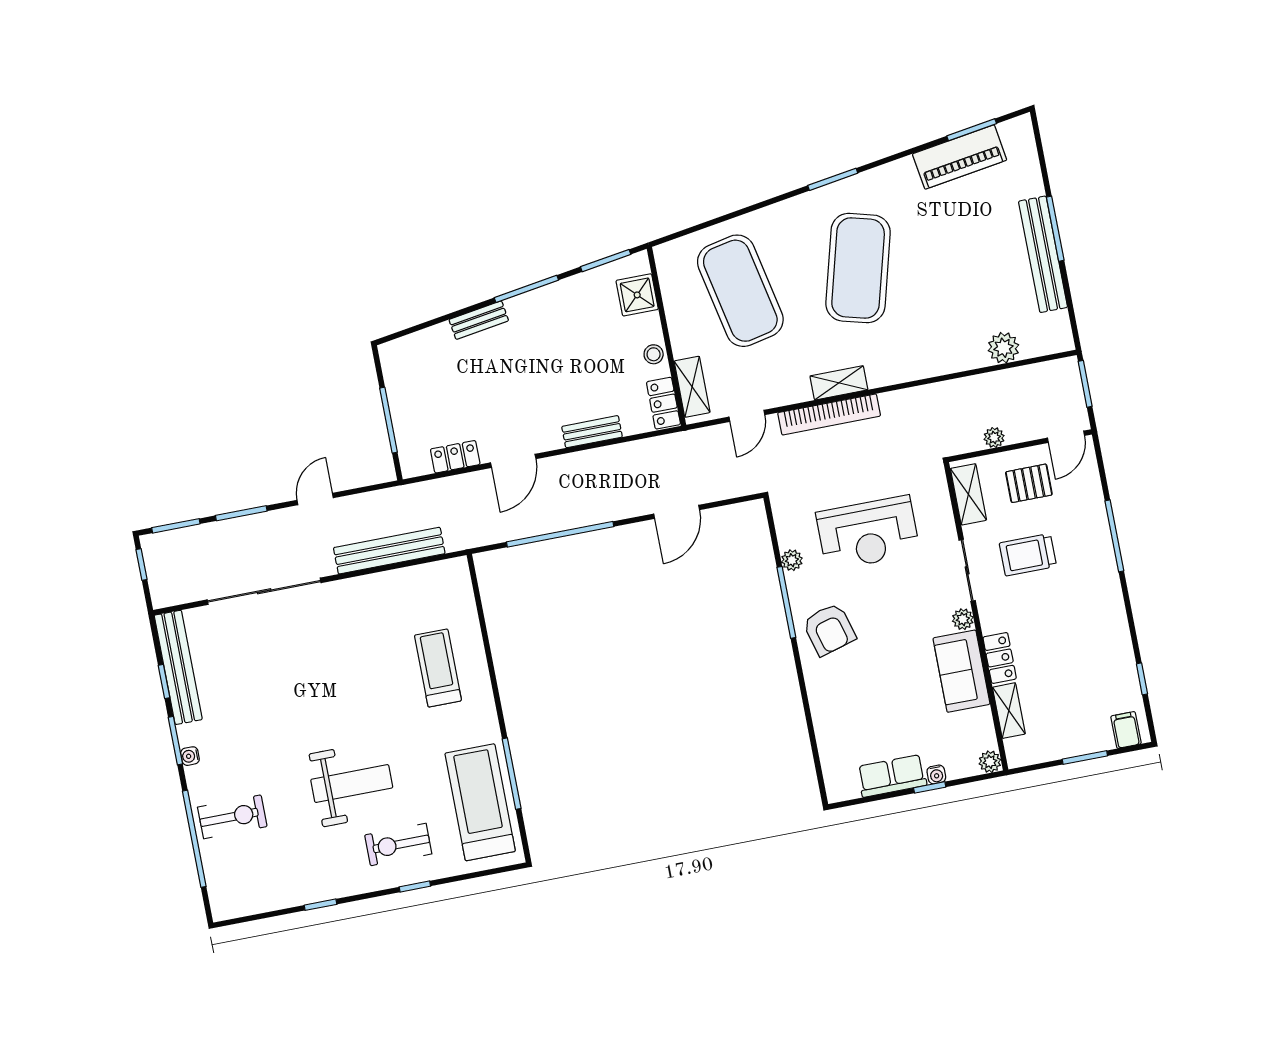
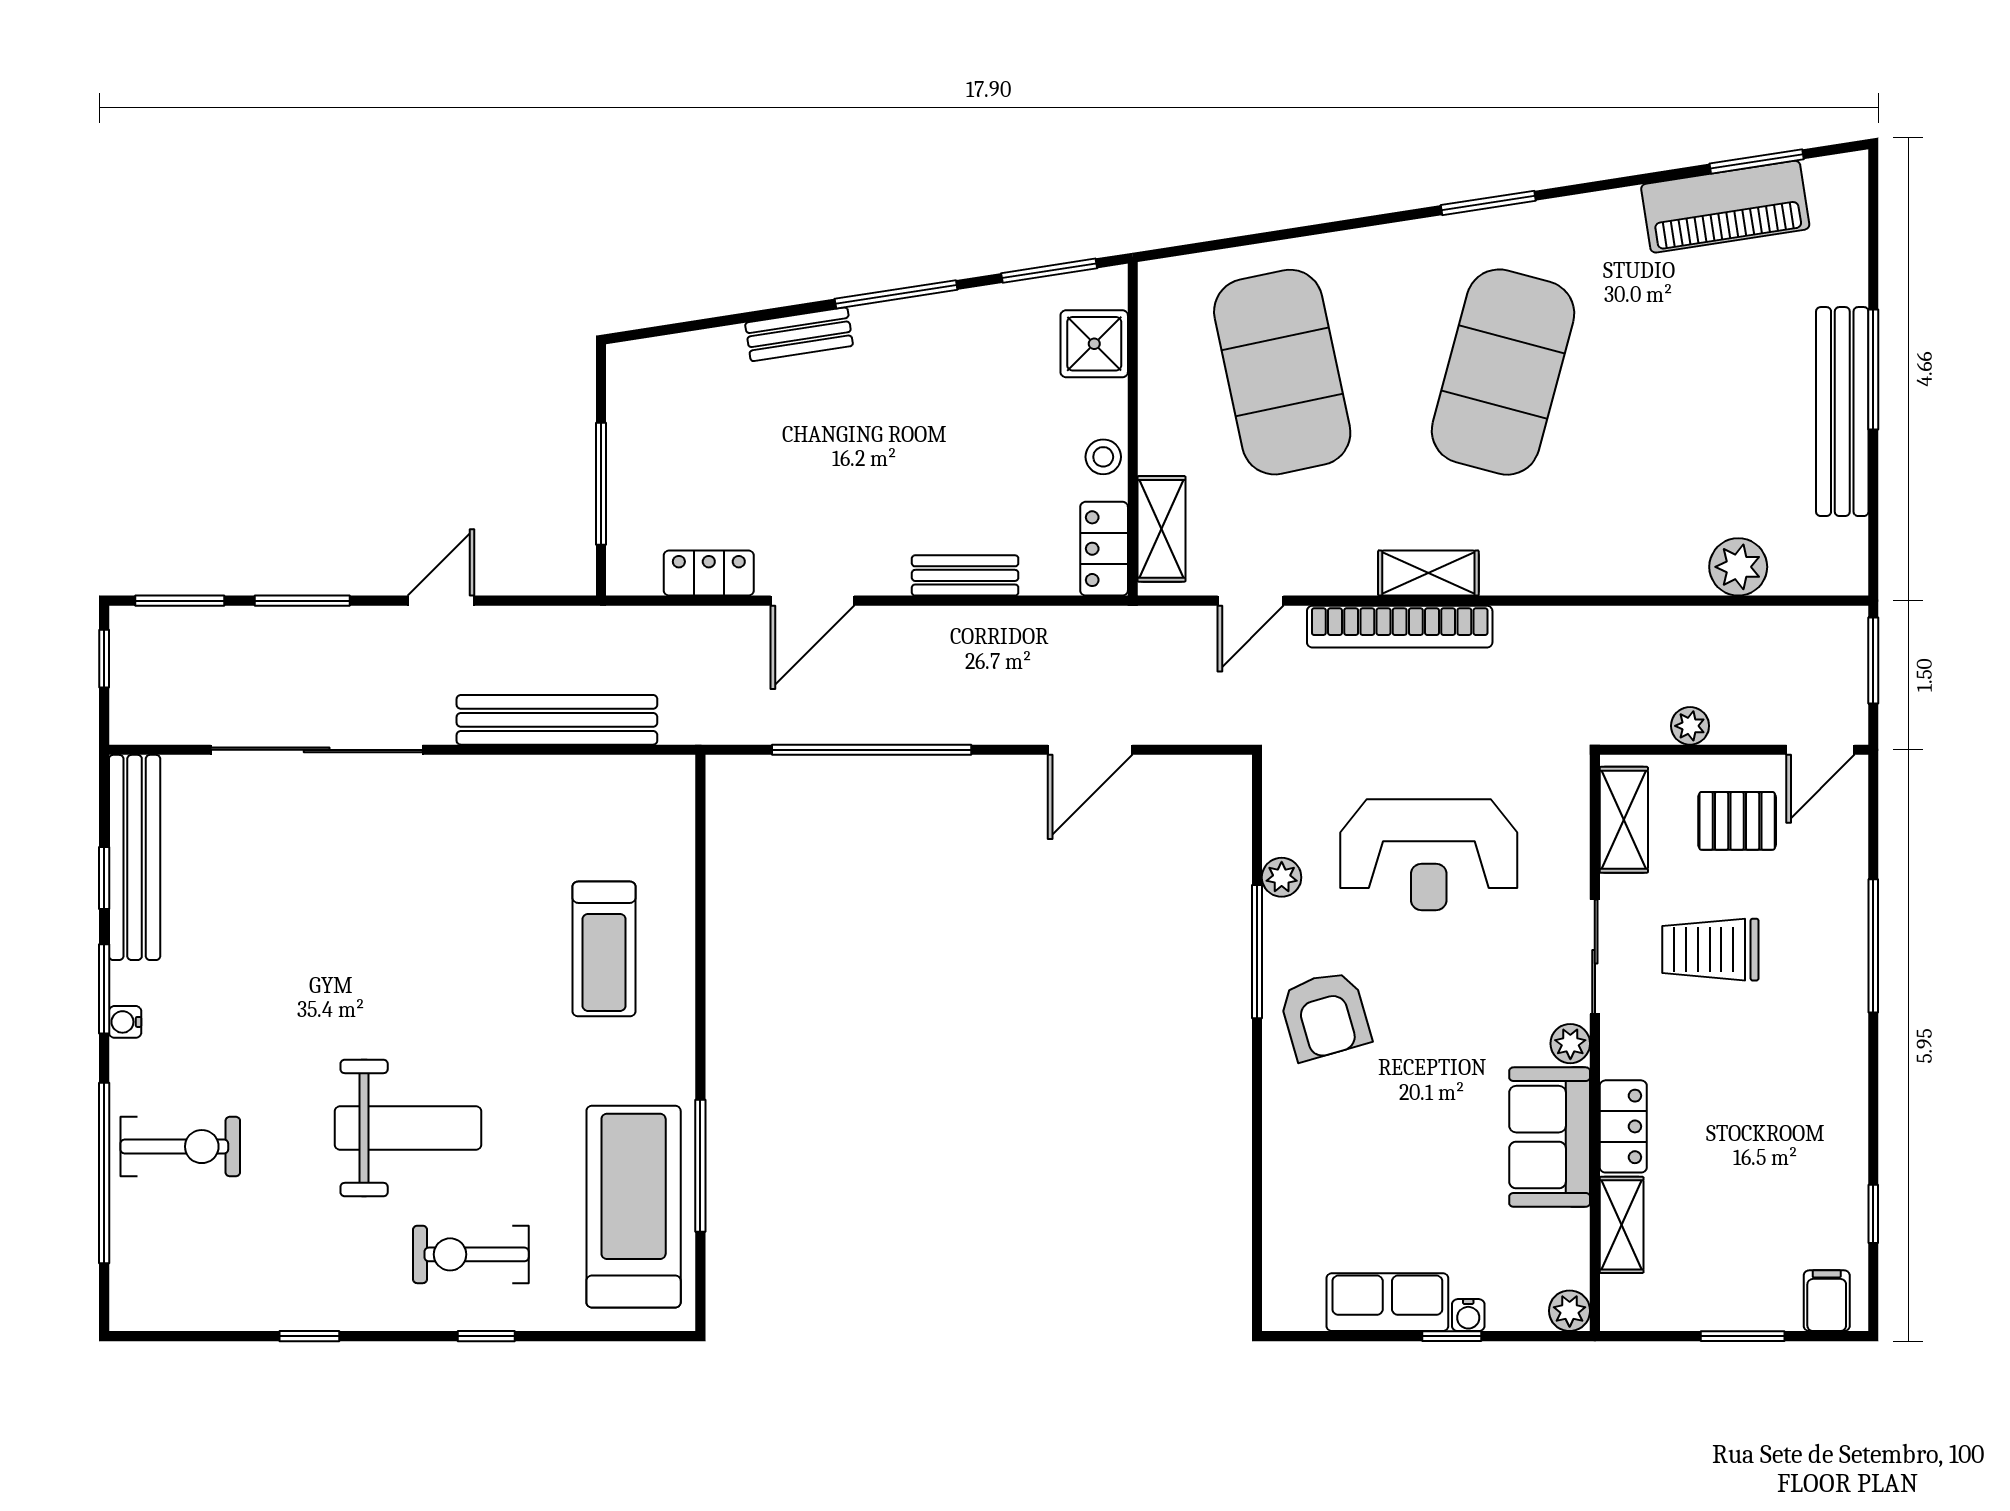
treadmill: (438, 668) -> (604, 949), turned 180

